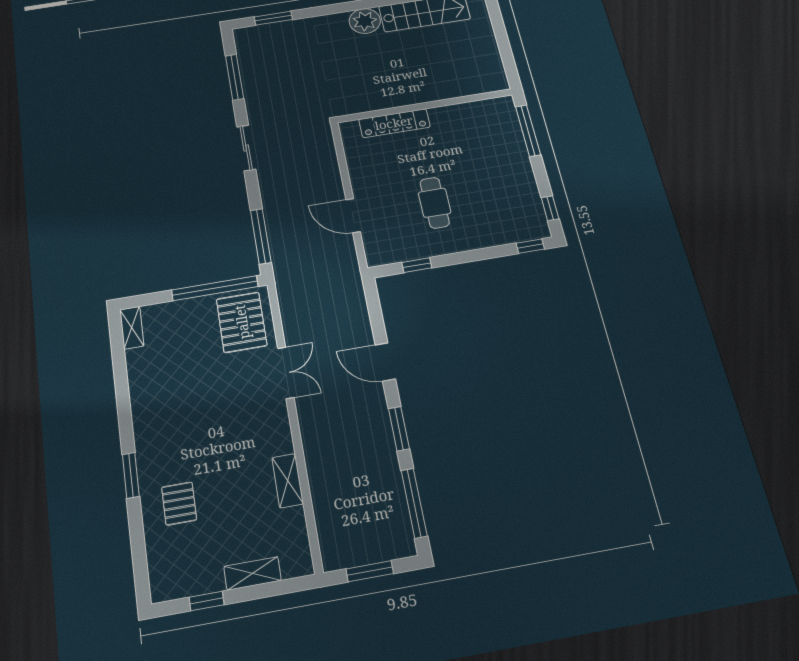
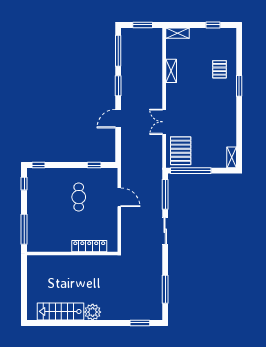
sliding door: (246, 148) -> (165, 231), moved
door: (385, 362) -> (118, 119), swing flipped
shelving: (253, 573) -> (177, 33), moved

